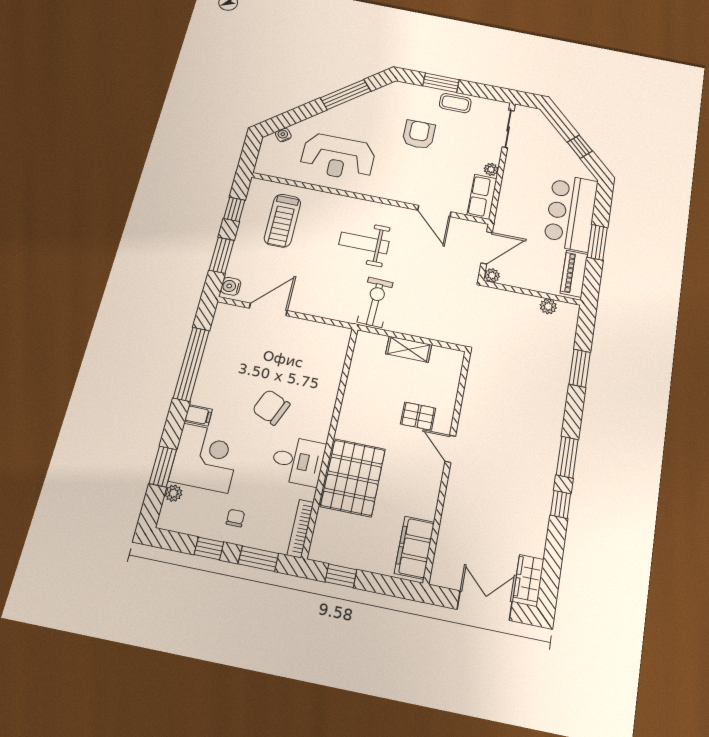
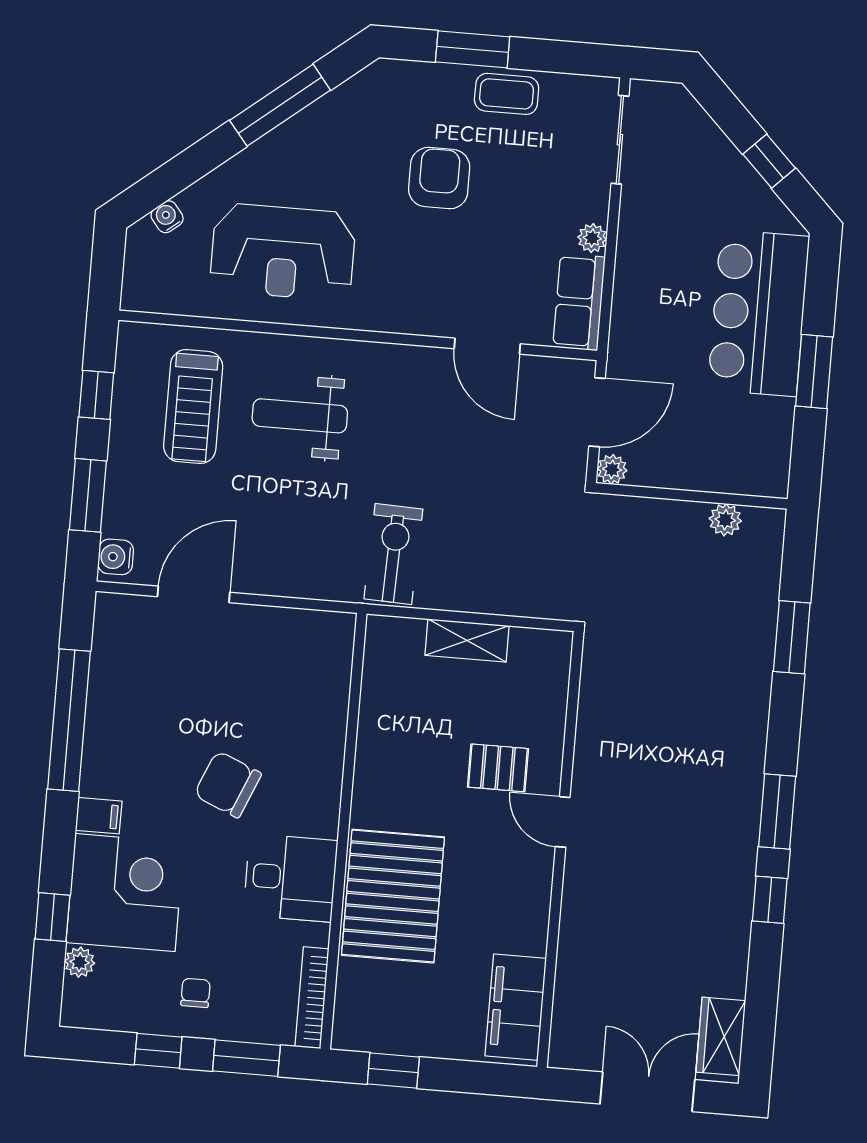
weight bench: (364, 243) -> (300, 416), moved
piano: (574, 274) -> (771, 445), removed
window: (163, 466) -> (52, 917), width x0.67

